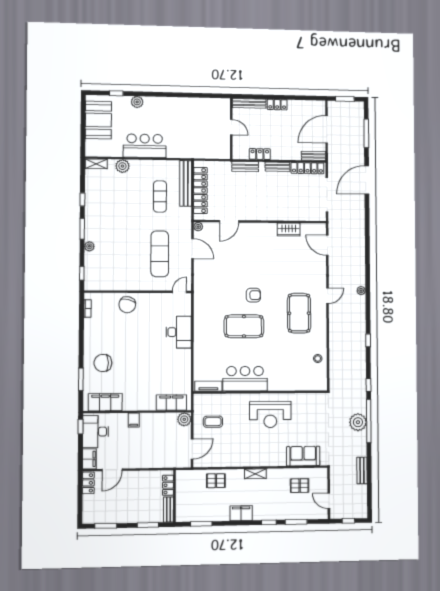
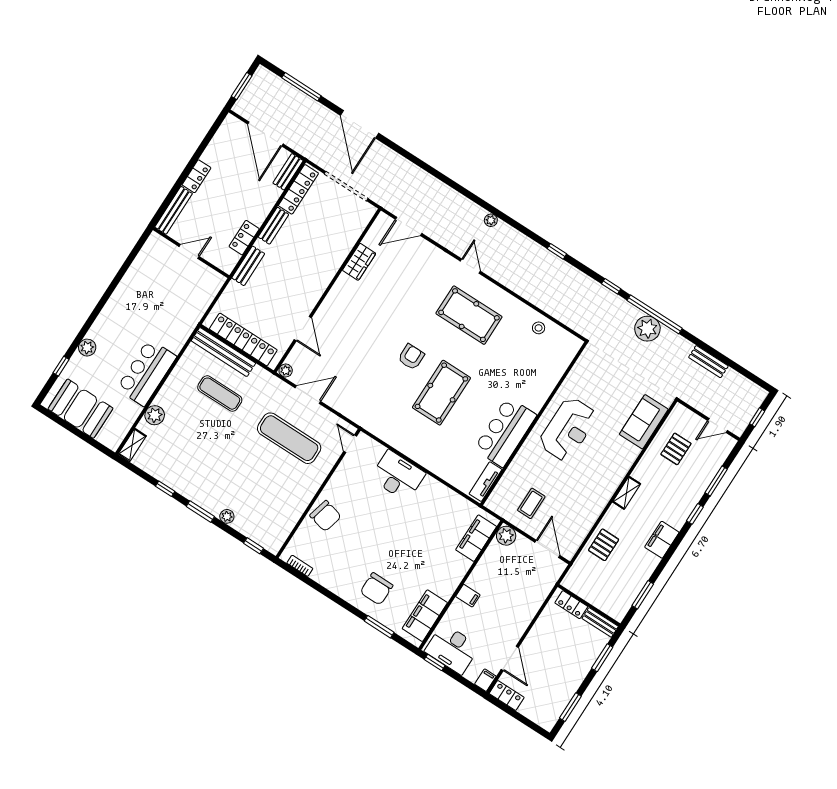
filing cabinet: (89, 459) -> (485, 680), width x0.50

